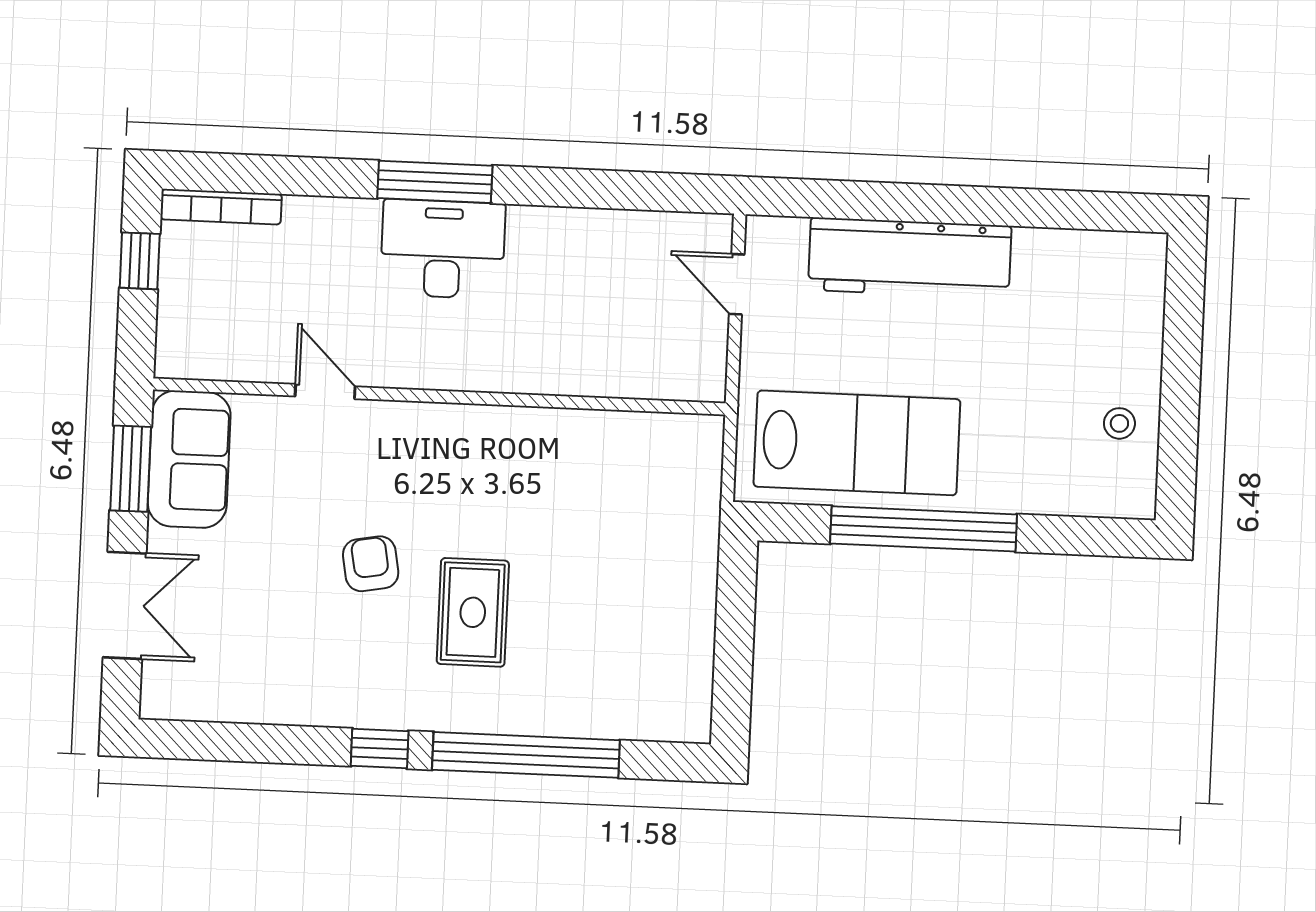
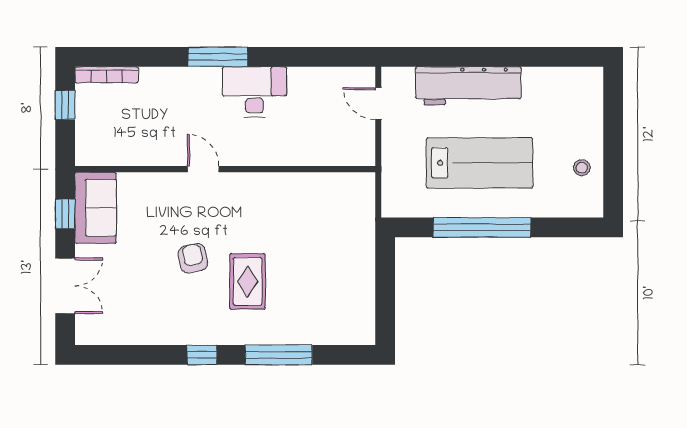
desk: (443, 249) -> (255, 92), moved
door: (325, 391) -> (203, 169), moved
lab bench: (857, 443) -> (480, 163), moved
window: (131, 469) -> (65, 214), width x0.67
window: (526, 755) -> (279, 355), width x0.68

